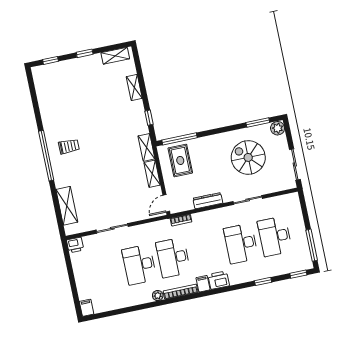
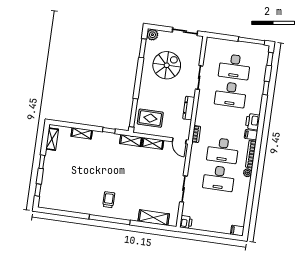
spiral stairs: (248, 157) -> (167, 65), turned 180

